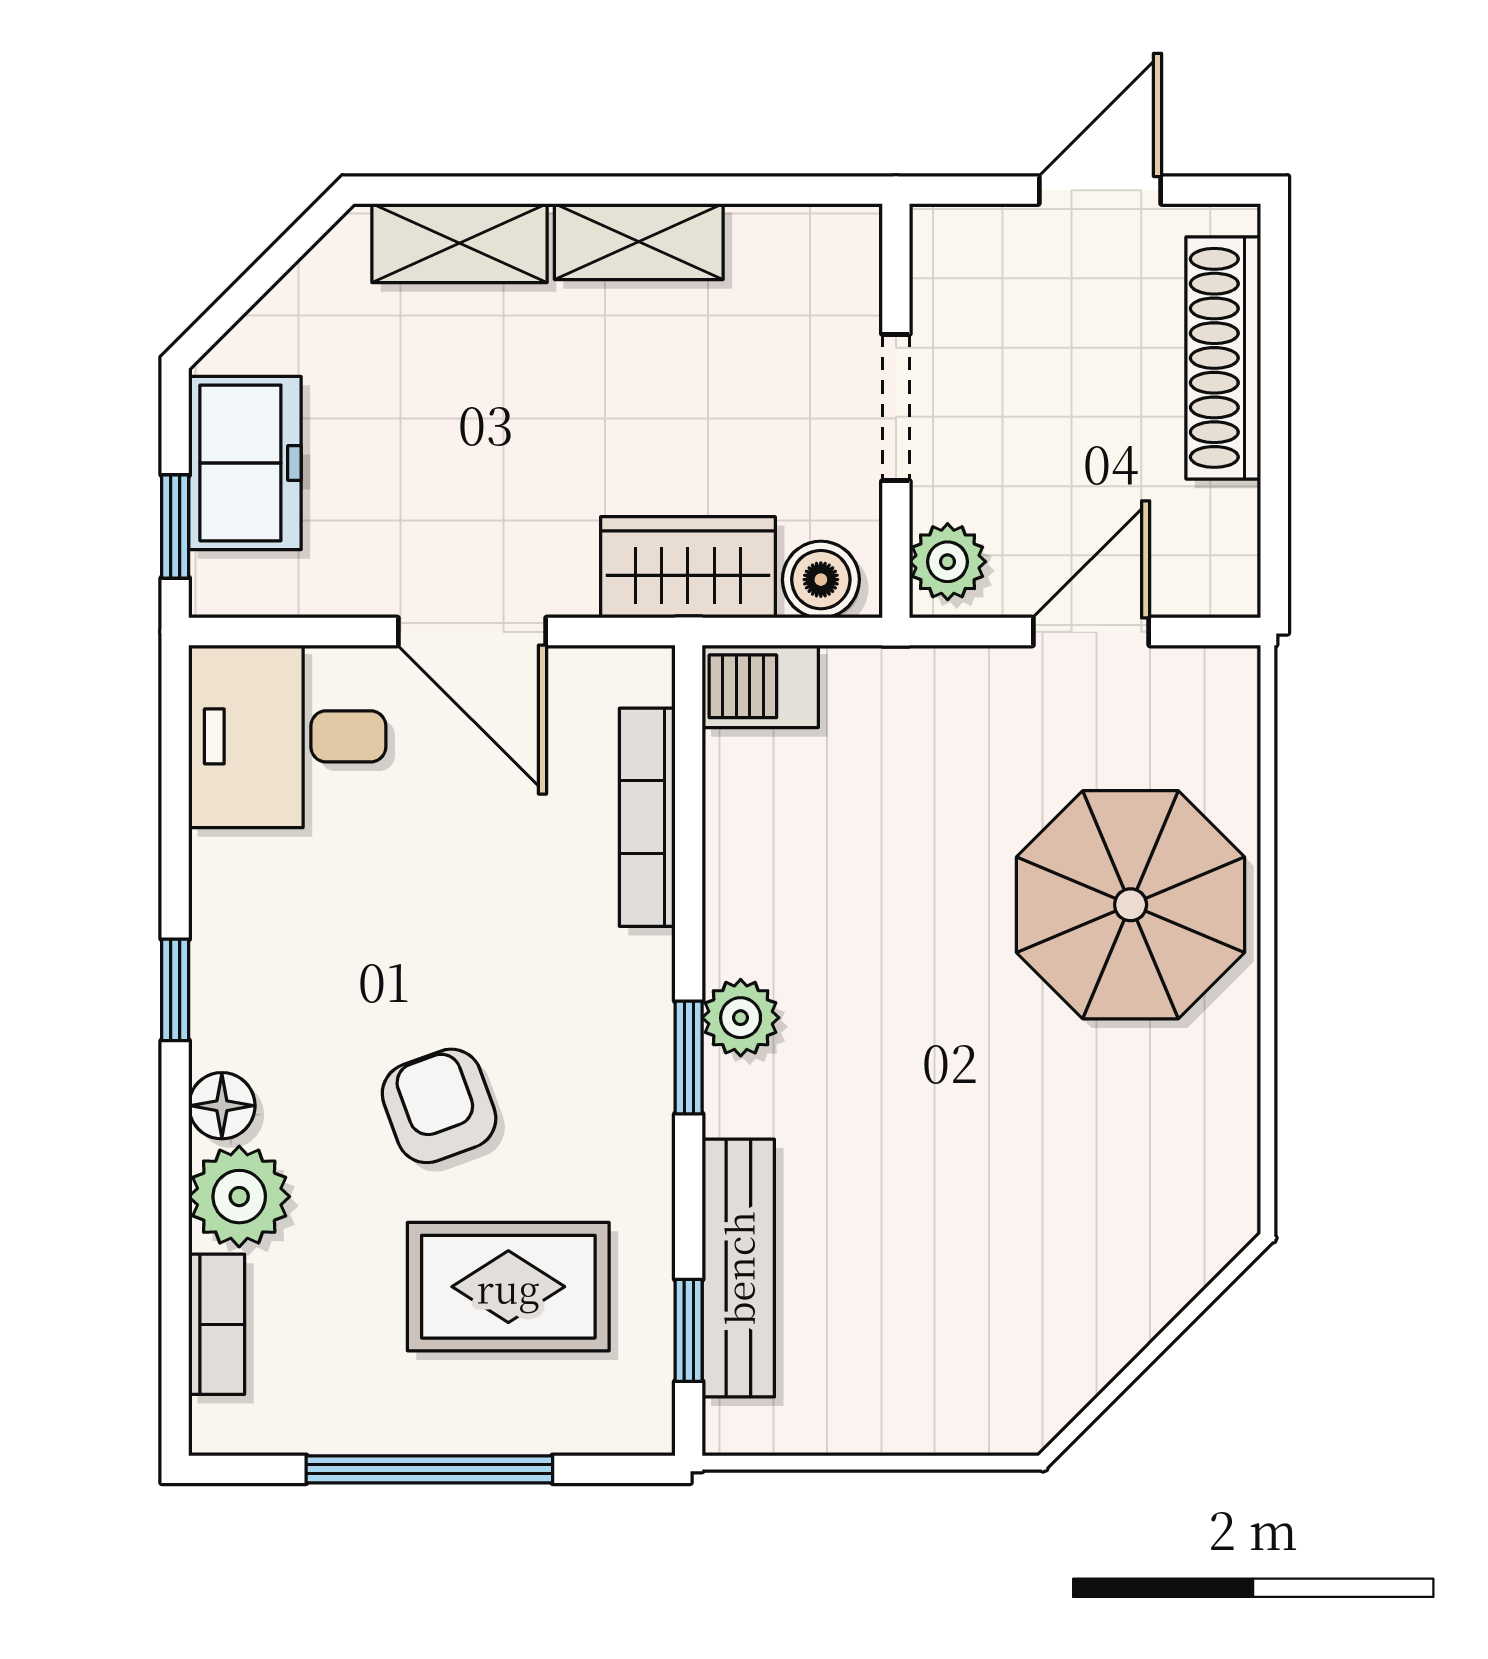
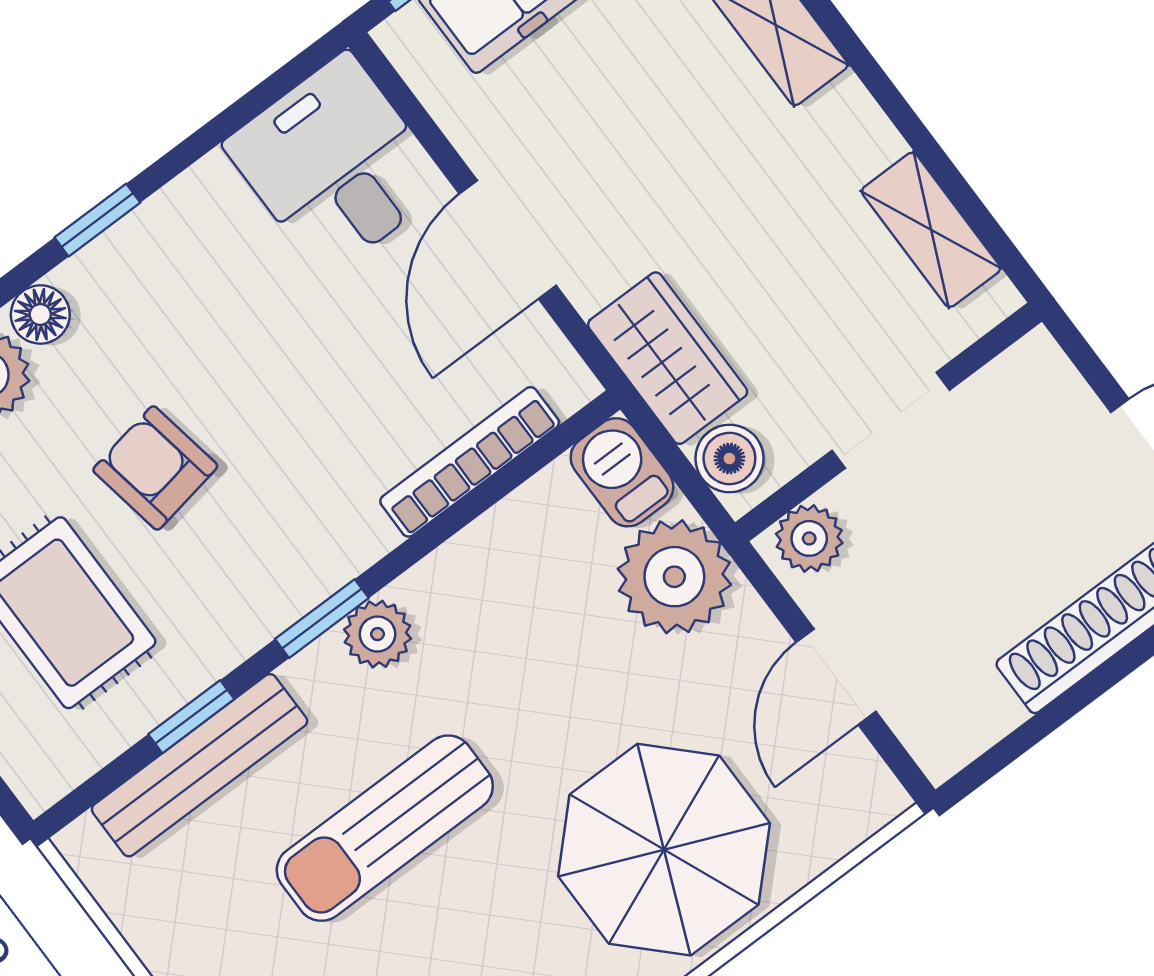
shelving: (639, 242) -> (931, 230), moved
door: (1091, 632) -> (836, 677), swing flipped
plant: (890, 710) -> (674, 577), added
armchair: (439, 1106) -> (155, 468), turned -80
sun lounger: (921, 1143) -> (385, 828), added
window: (689, 1330) -> (191, 717), moved

